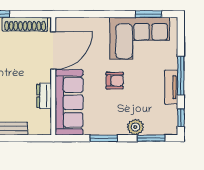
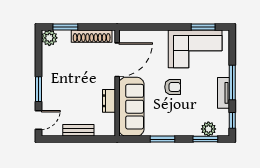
plant: (135, 127) -> (208, 129), moved

